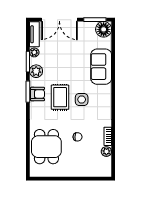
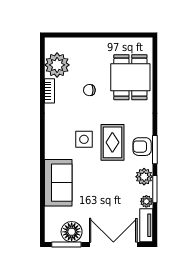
floor lamp: (104, 29) -> (72, 232), moved
plant: (106, 152) -> (57, 65), width x1.88, depth x1.88

